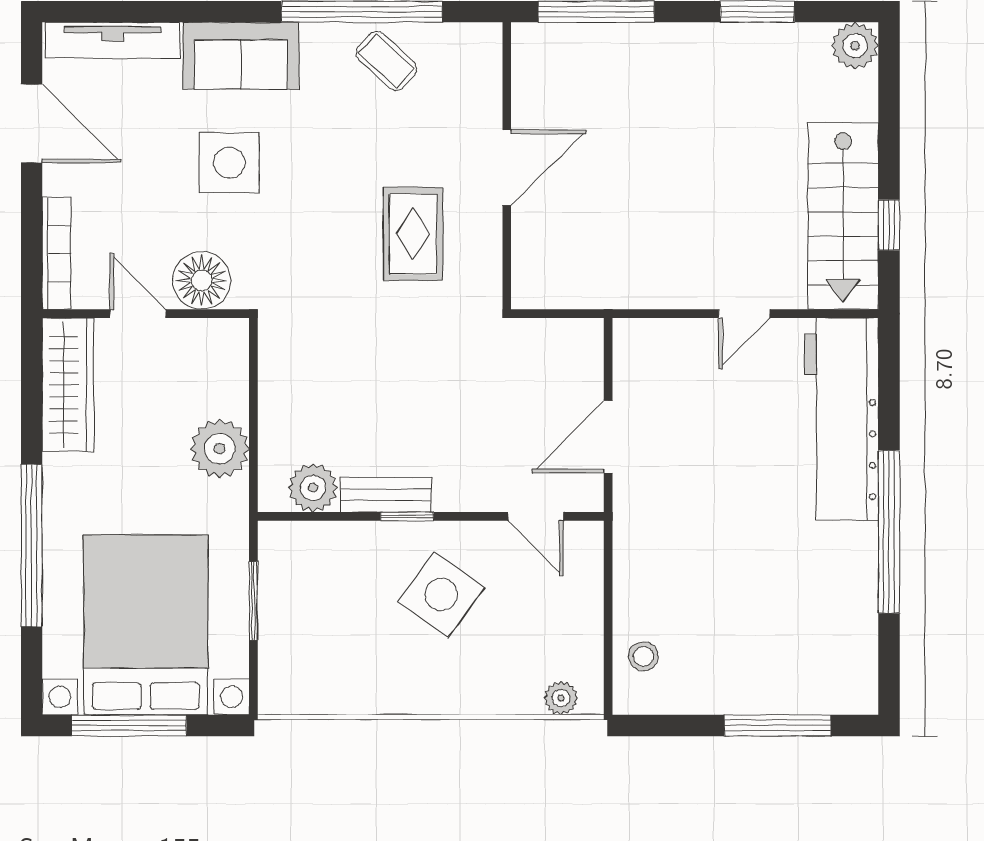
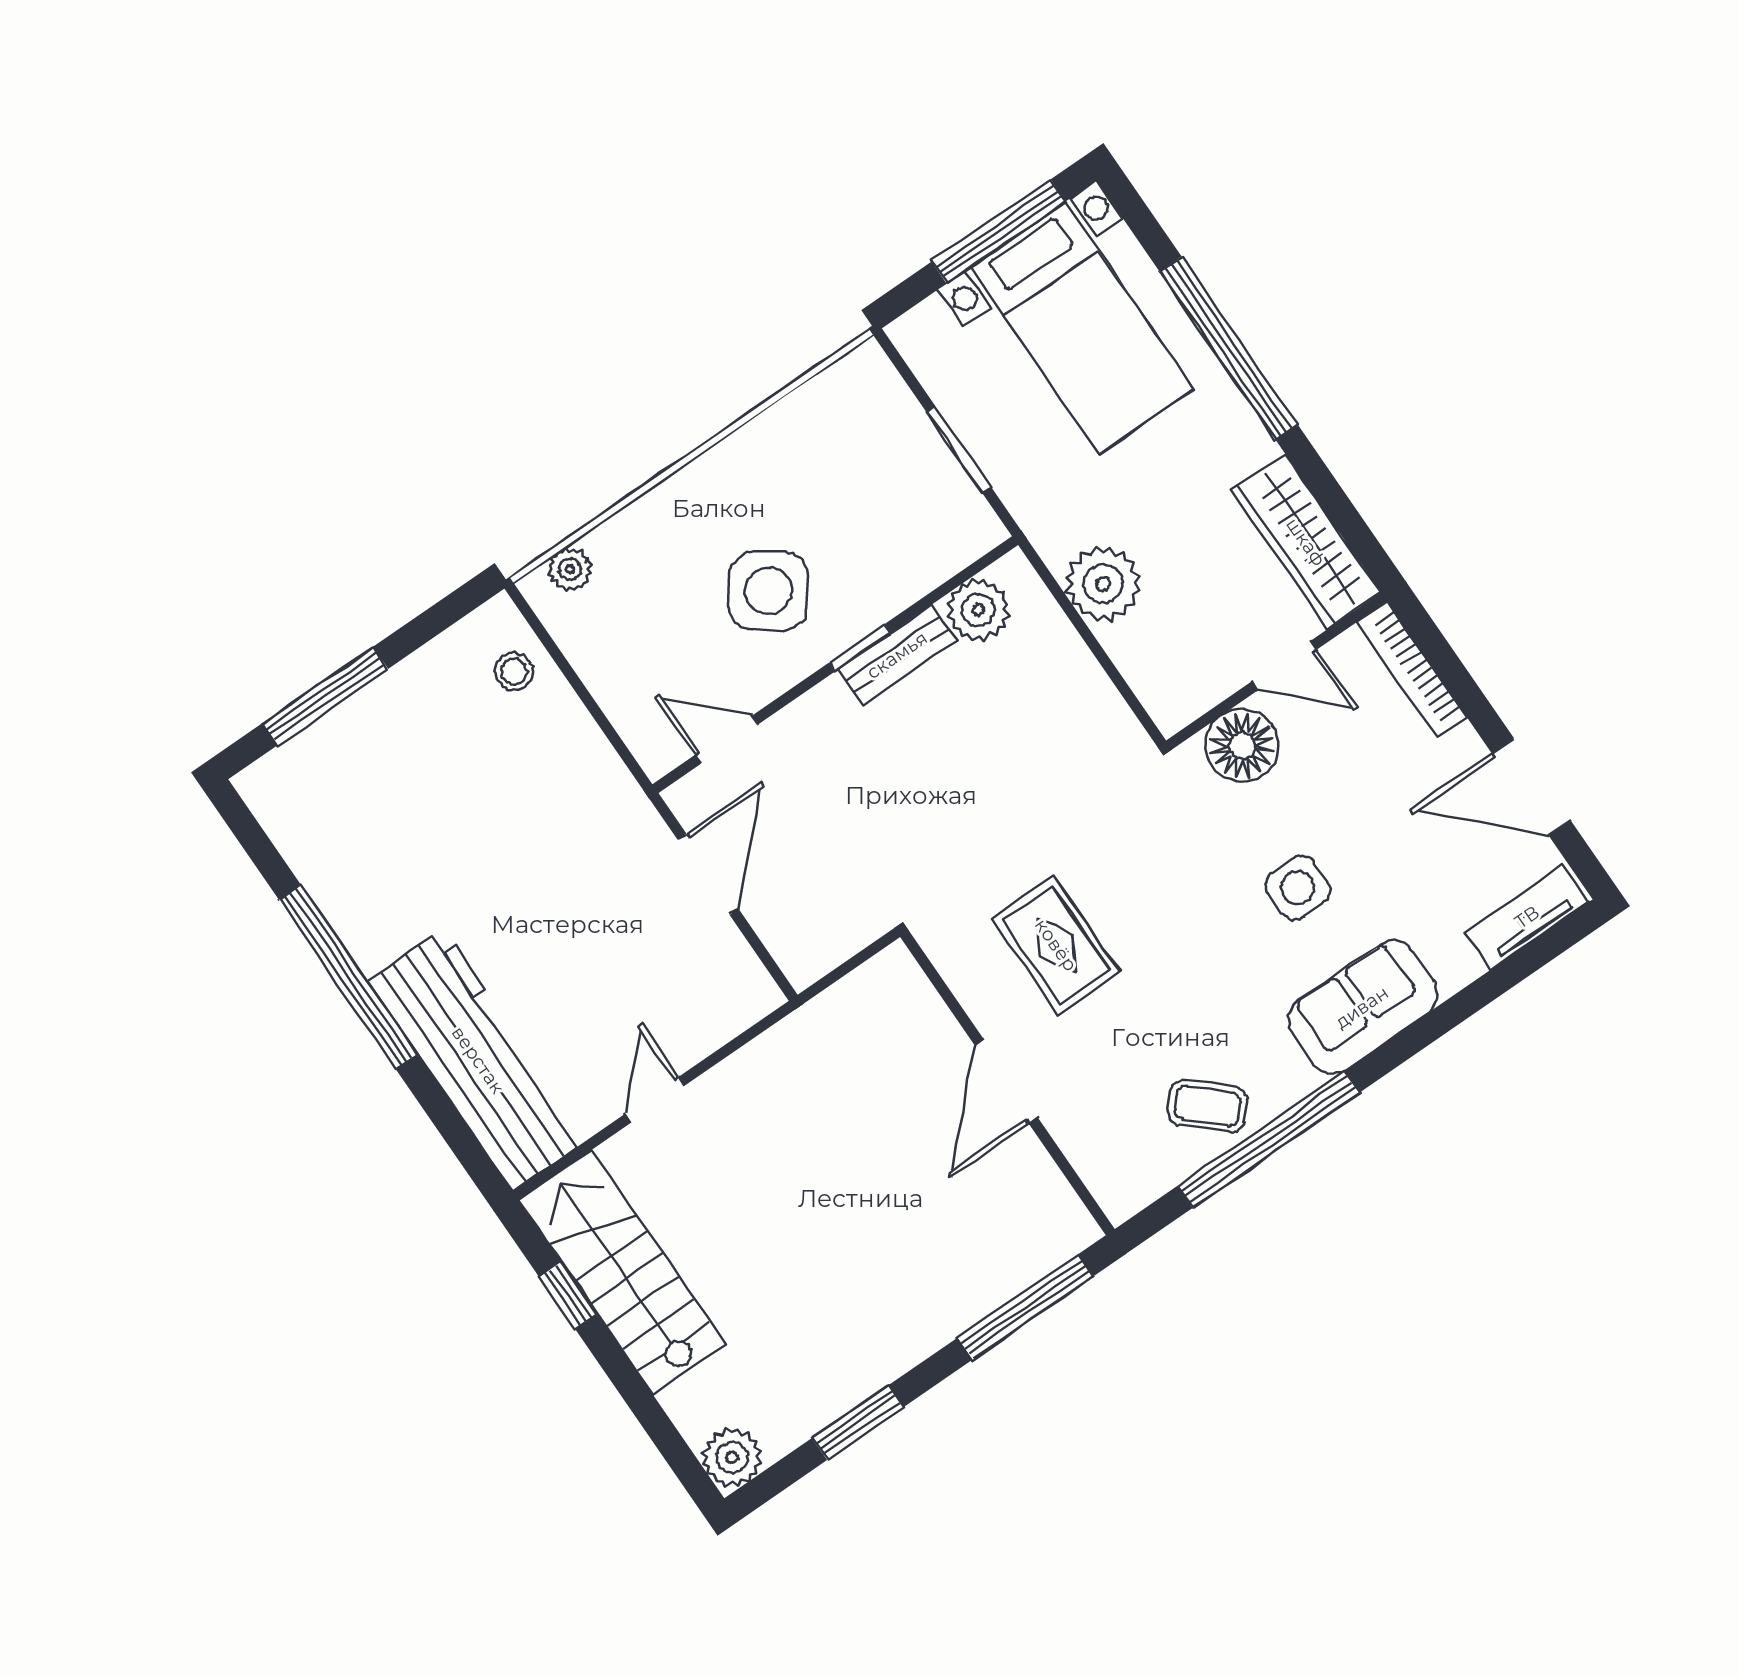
tv unit: (113, 40) -> (1527, 917), width x0.71
side table: (229, 163) -> (1298, 888), width x0.73, depth x0.73
bed with nightstands: (146, 625) -> (1082, 328), width x0.73

